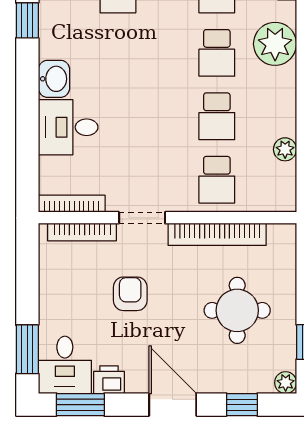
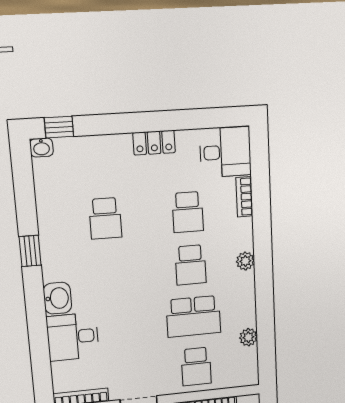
plant: (275, 44) -> (245, 261), width x0.53, depth x0.53
school desk: (217, 116) -> (193, 316), width x1.85

